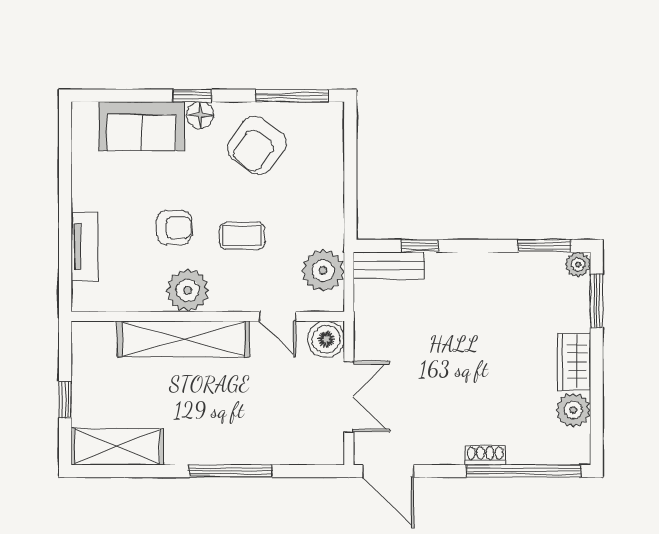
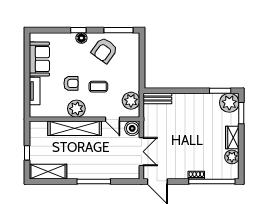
sofa: (142, 126) -> (39, 59), moved, turned -90
window: (420, 246) -> (170, 91), removed
plant: (578, 264) -> (229, 103), width x1.88, depth x1.88

